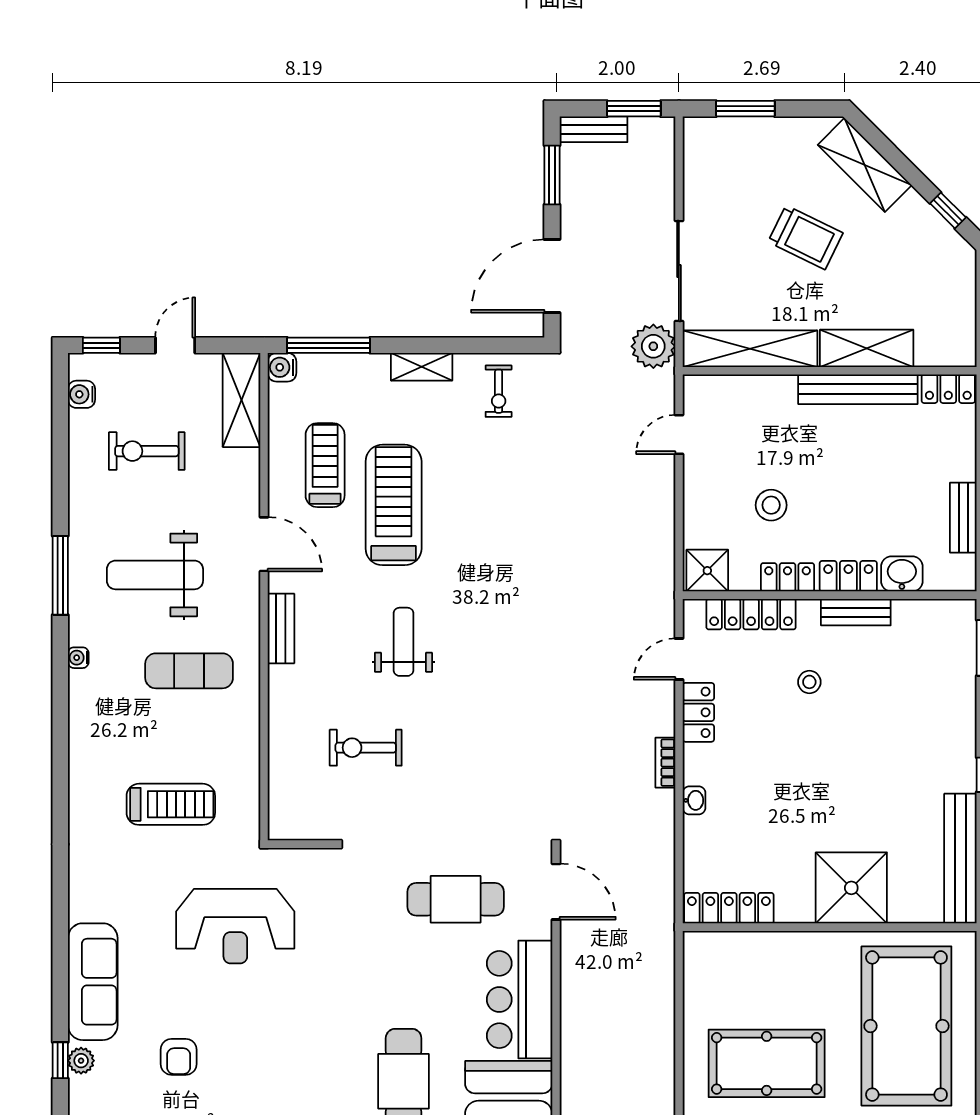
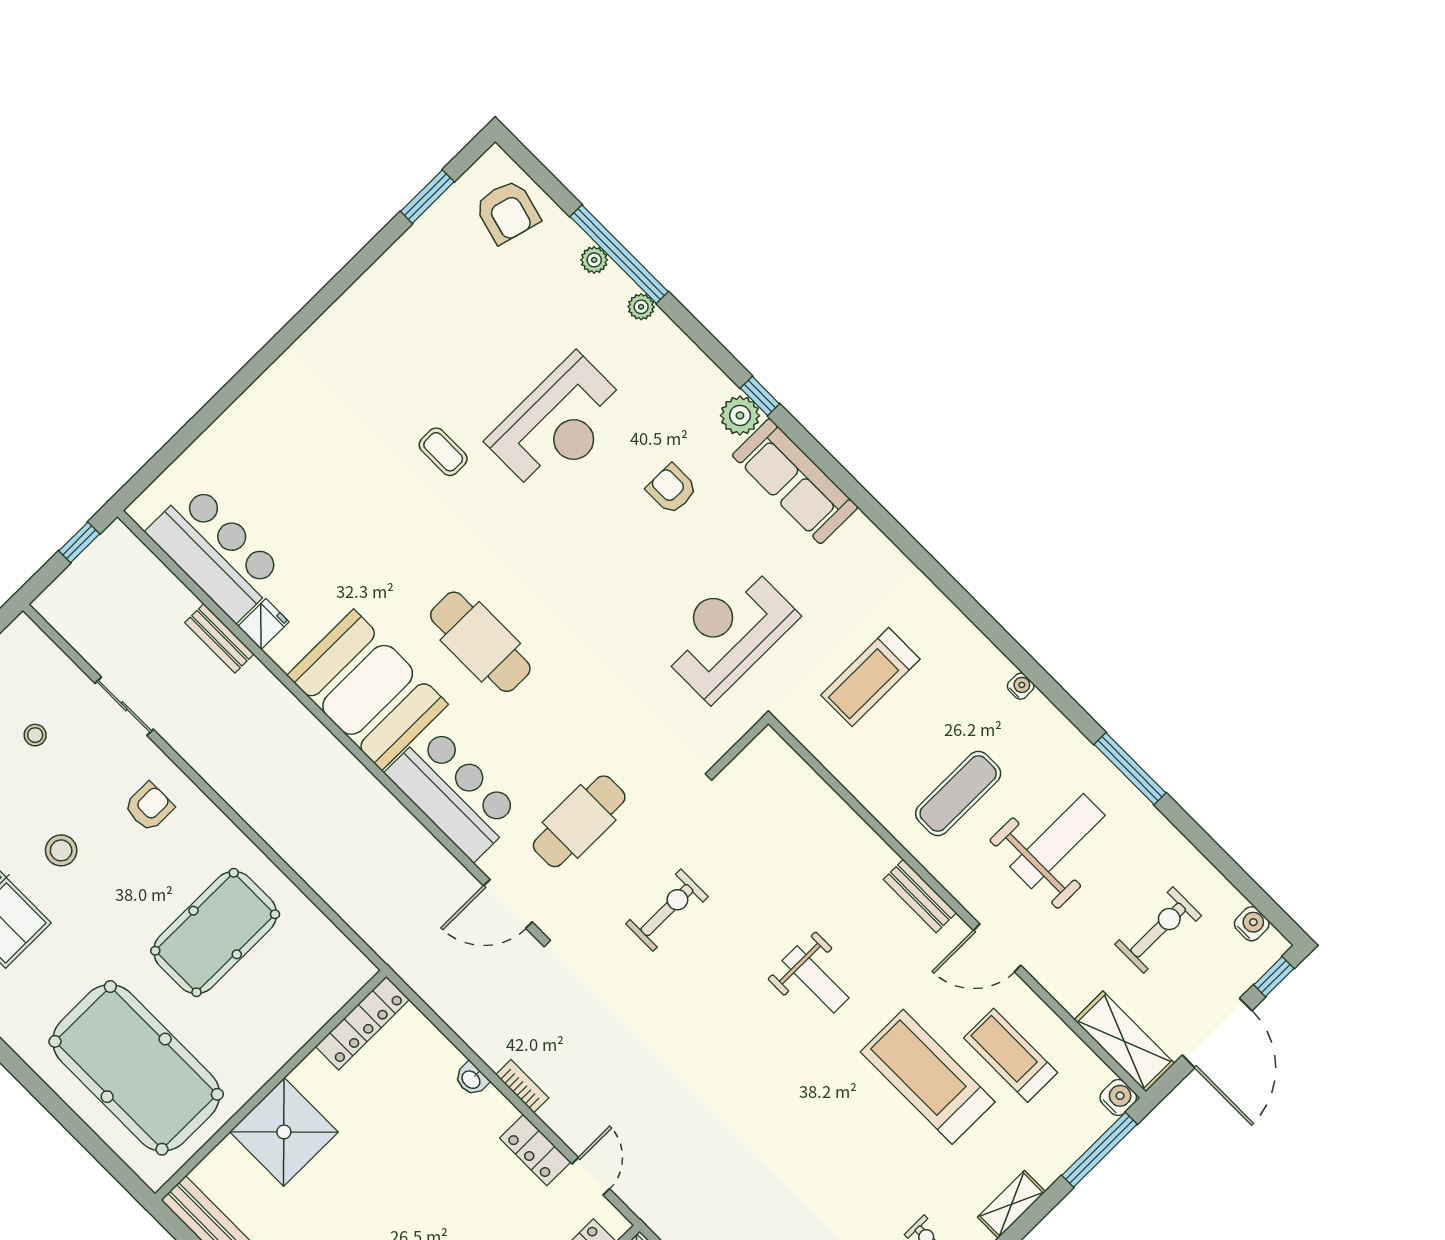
door: (175, 345) -> (1217, 1033), width x1.87
treadmill: (325, 465) -> (1011, 1055), turned 180
treadmill: (394, 505) -> (928, 1077), turned 180
water cooler: (78, 658) -> (1021, 686), moved
exercise bike: (366, 748) -> (667, 910), moved
plant: (81, 1061) -> (740, 415), width x1.38, depth x1.38

